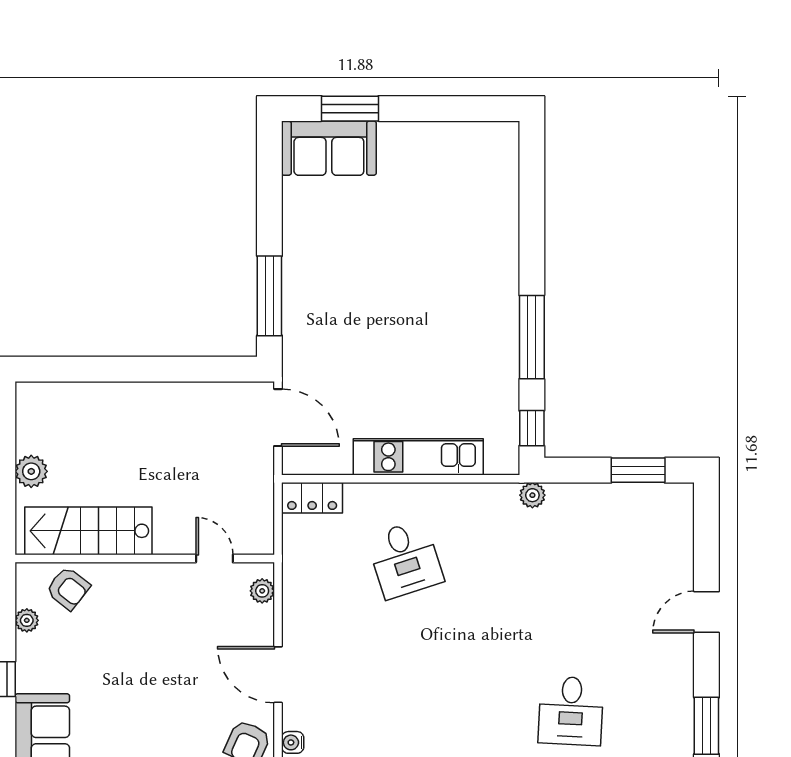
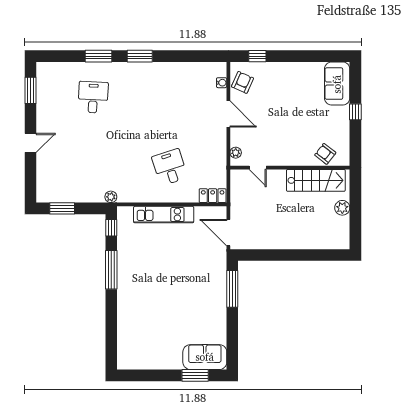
plant: (27, 620) -> (344, 139), removed

